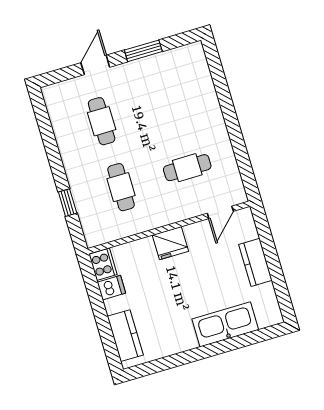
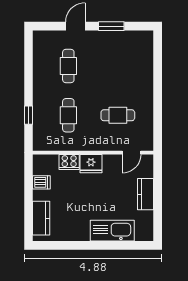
cooker: (103, 264) -> (69, 162), moved, turned 90

